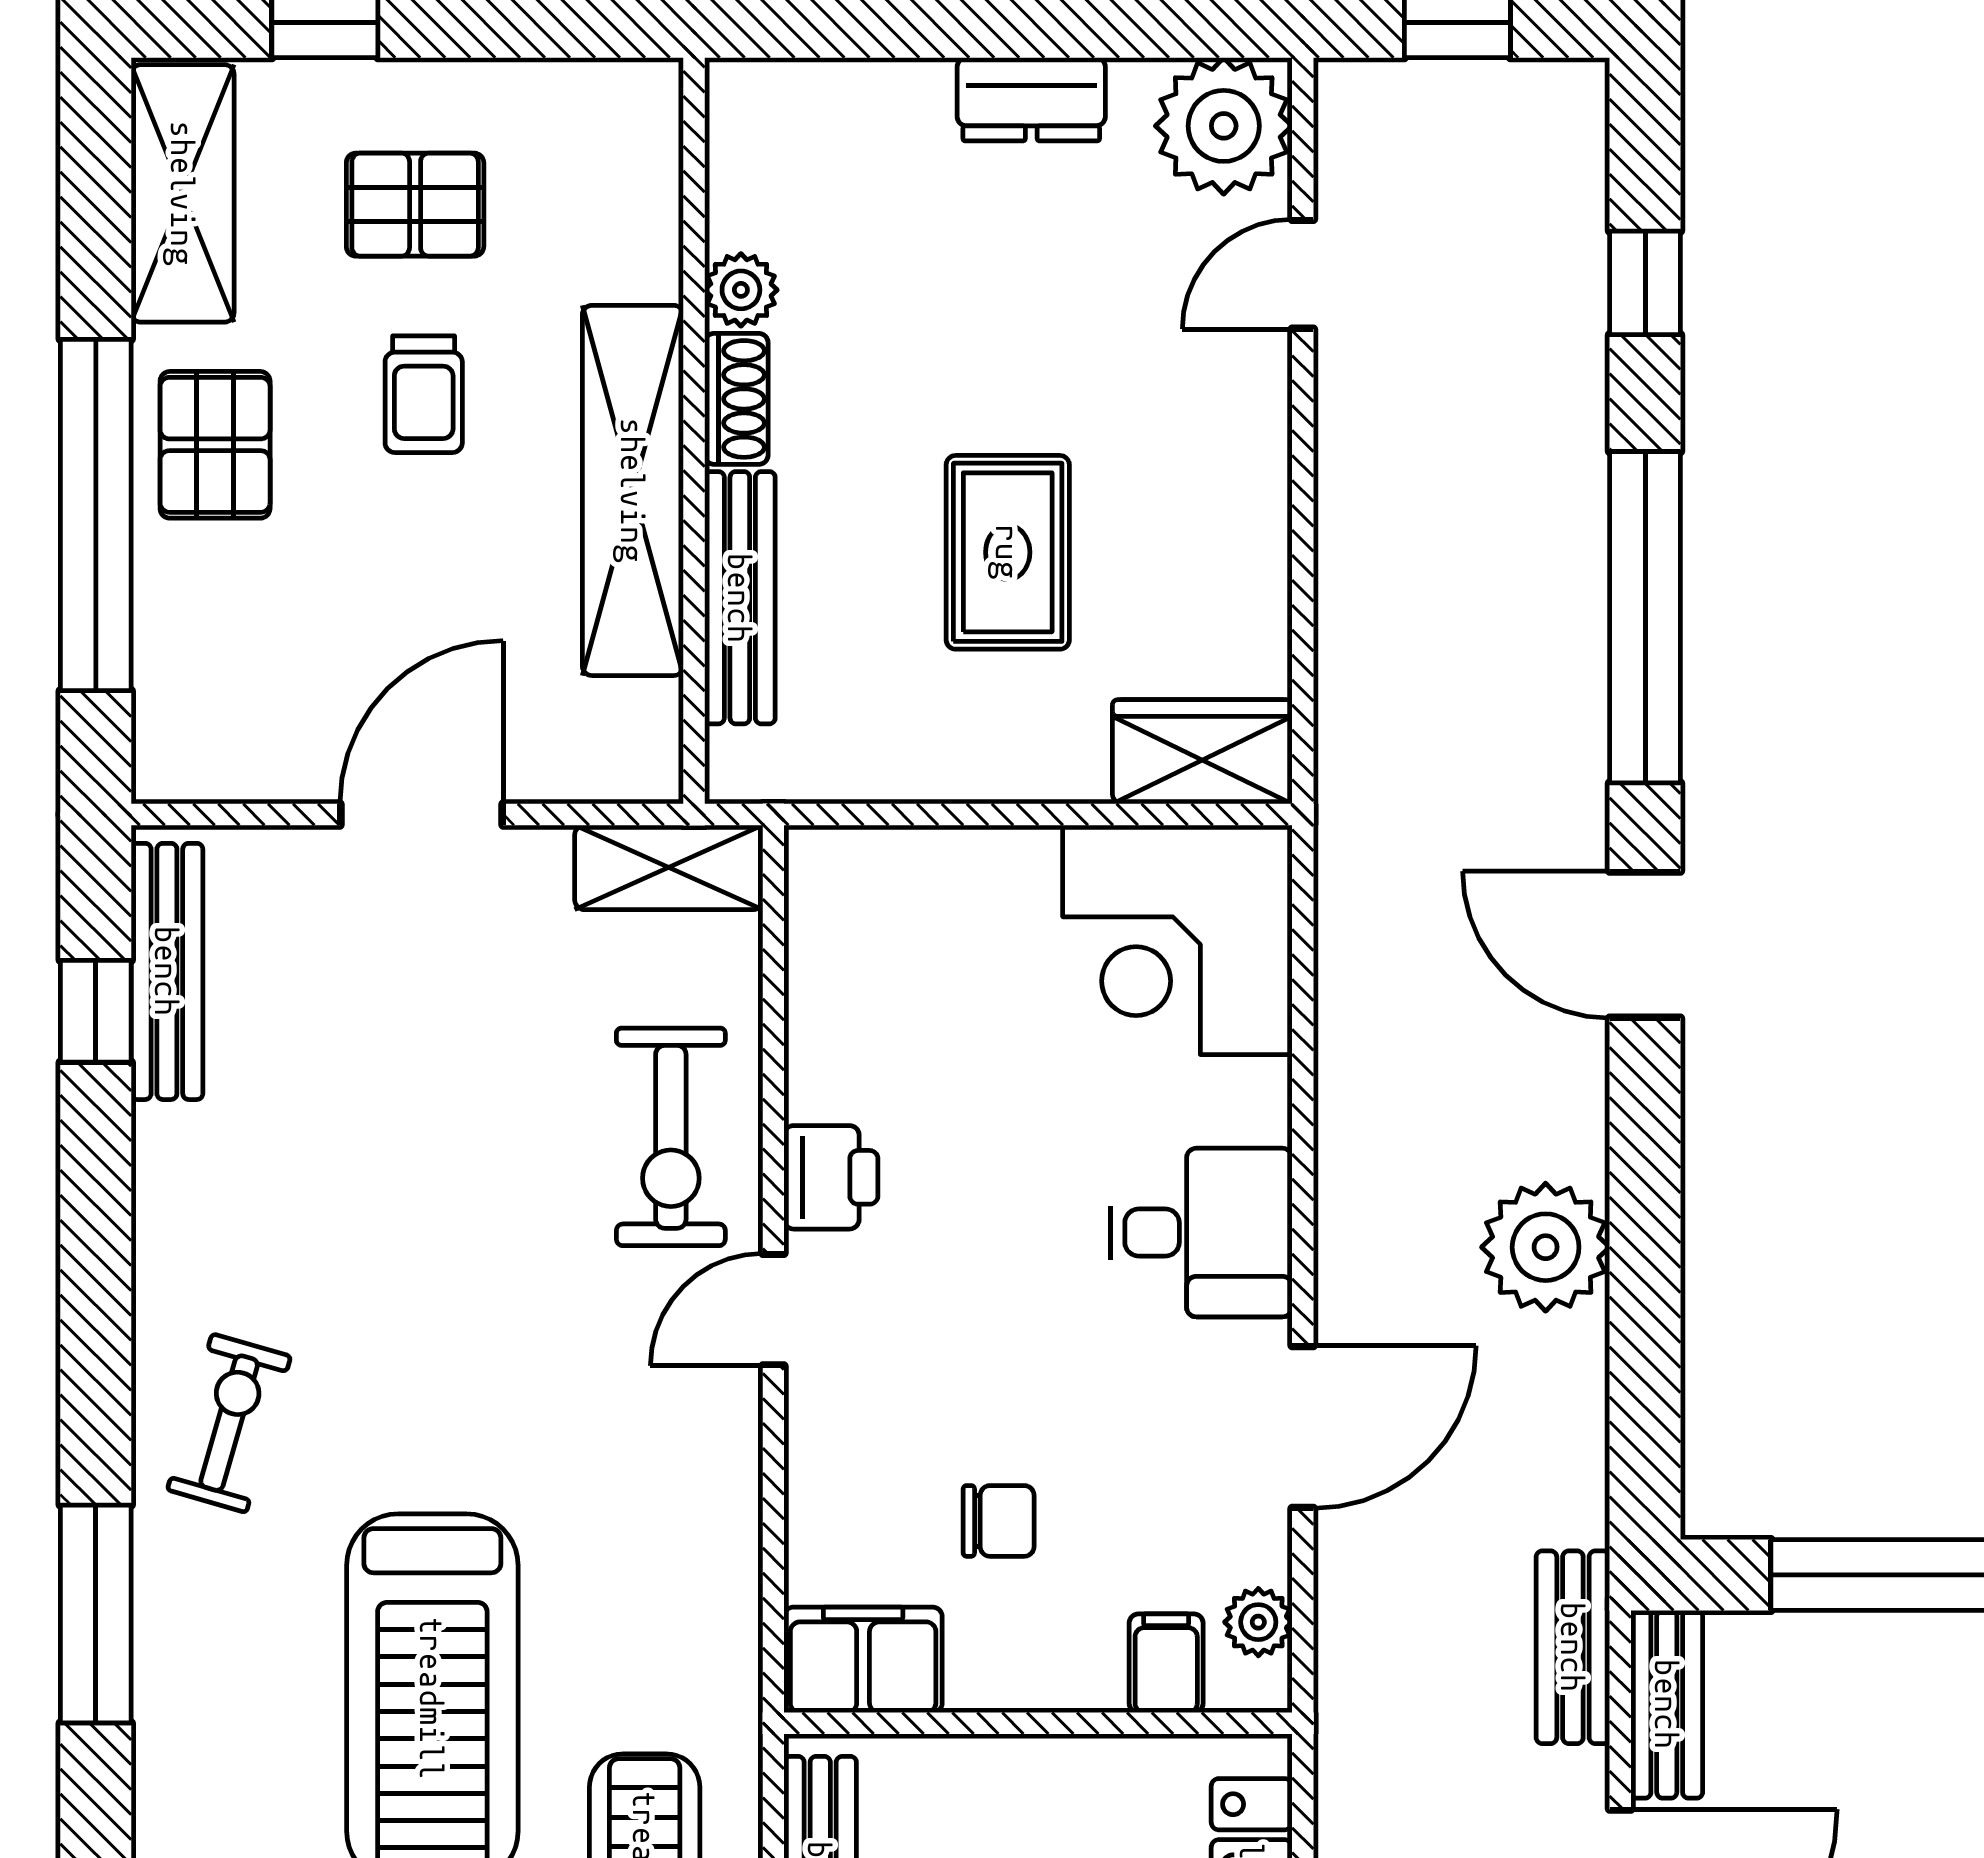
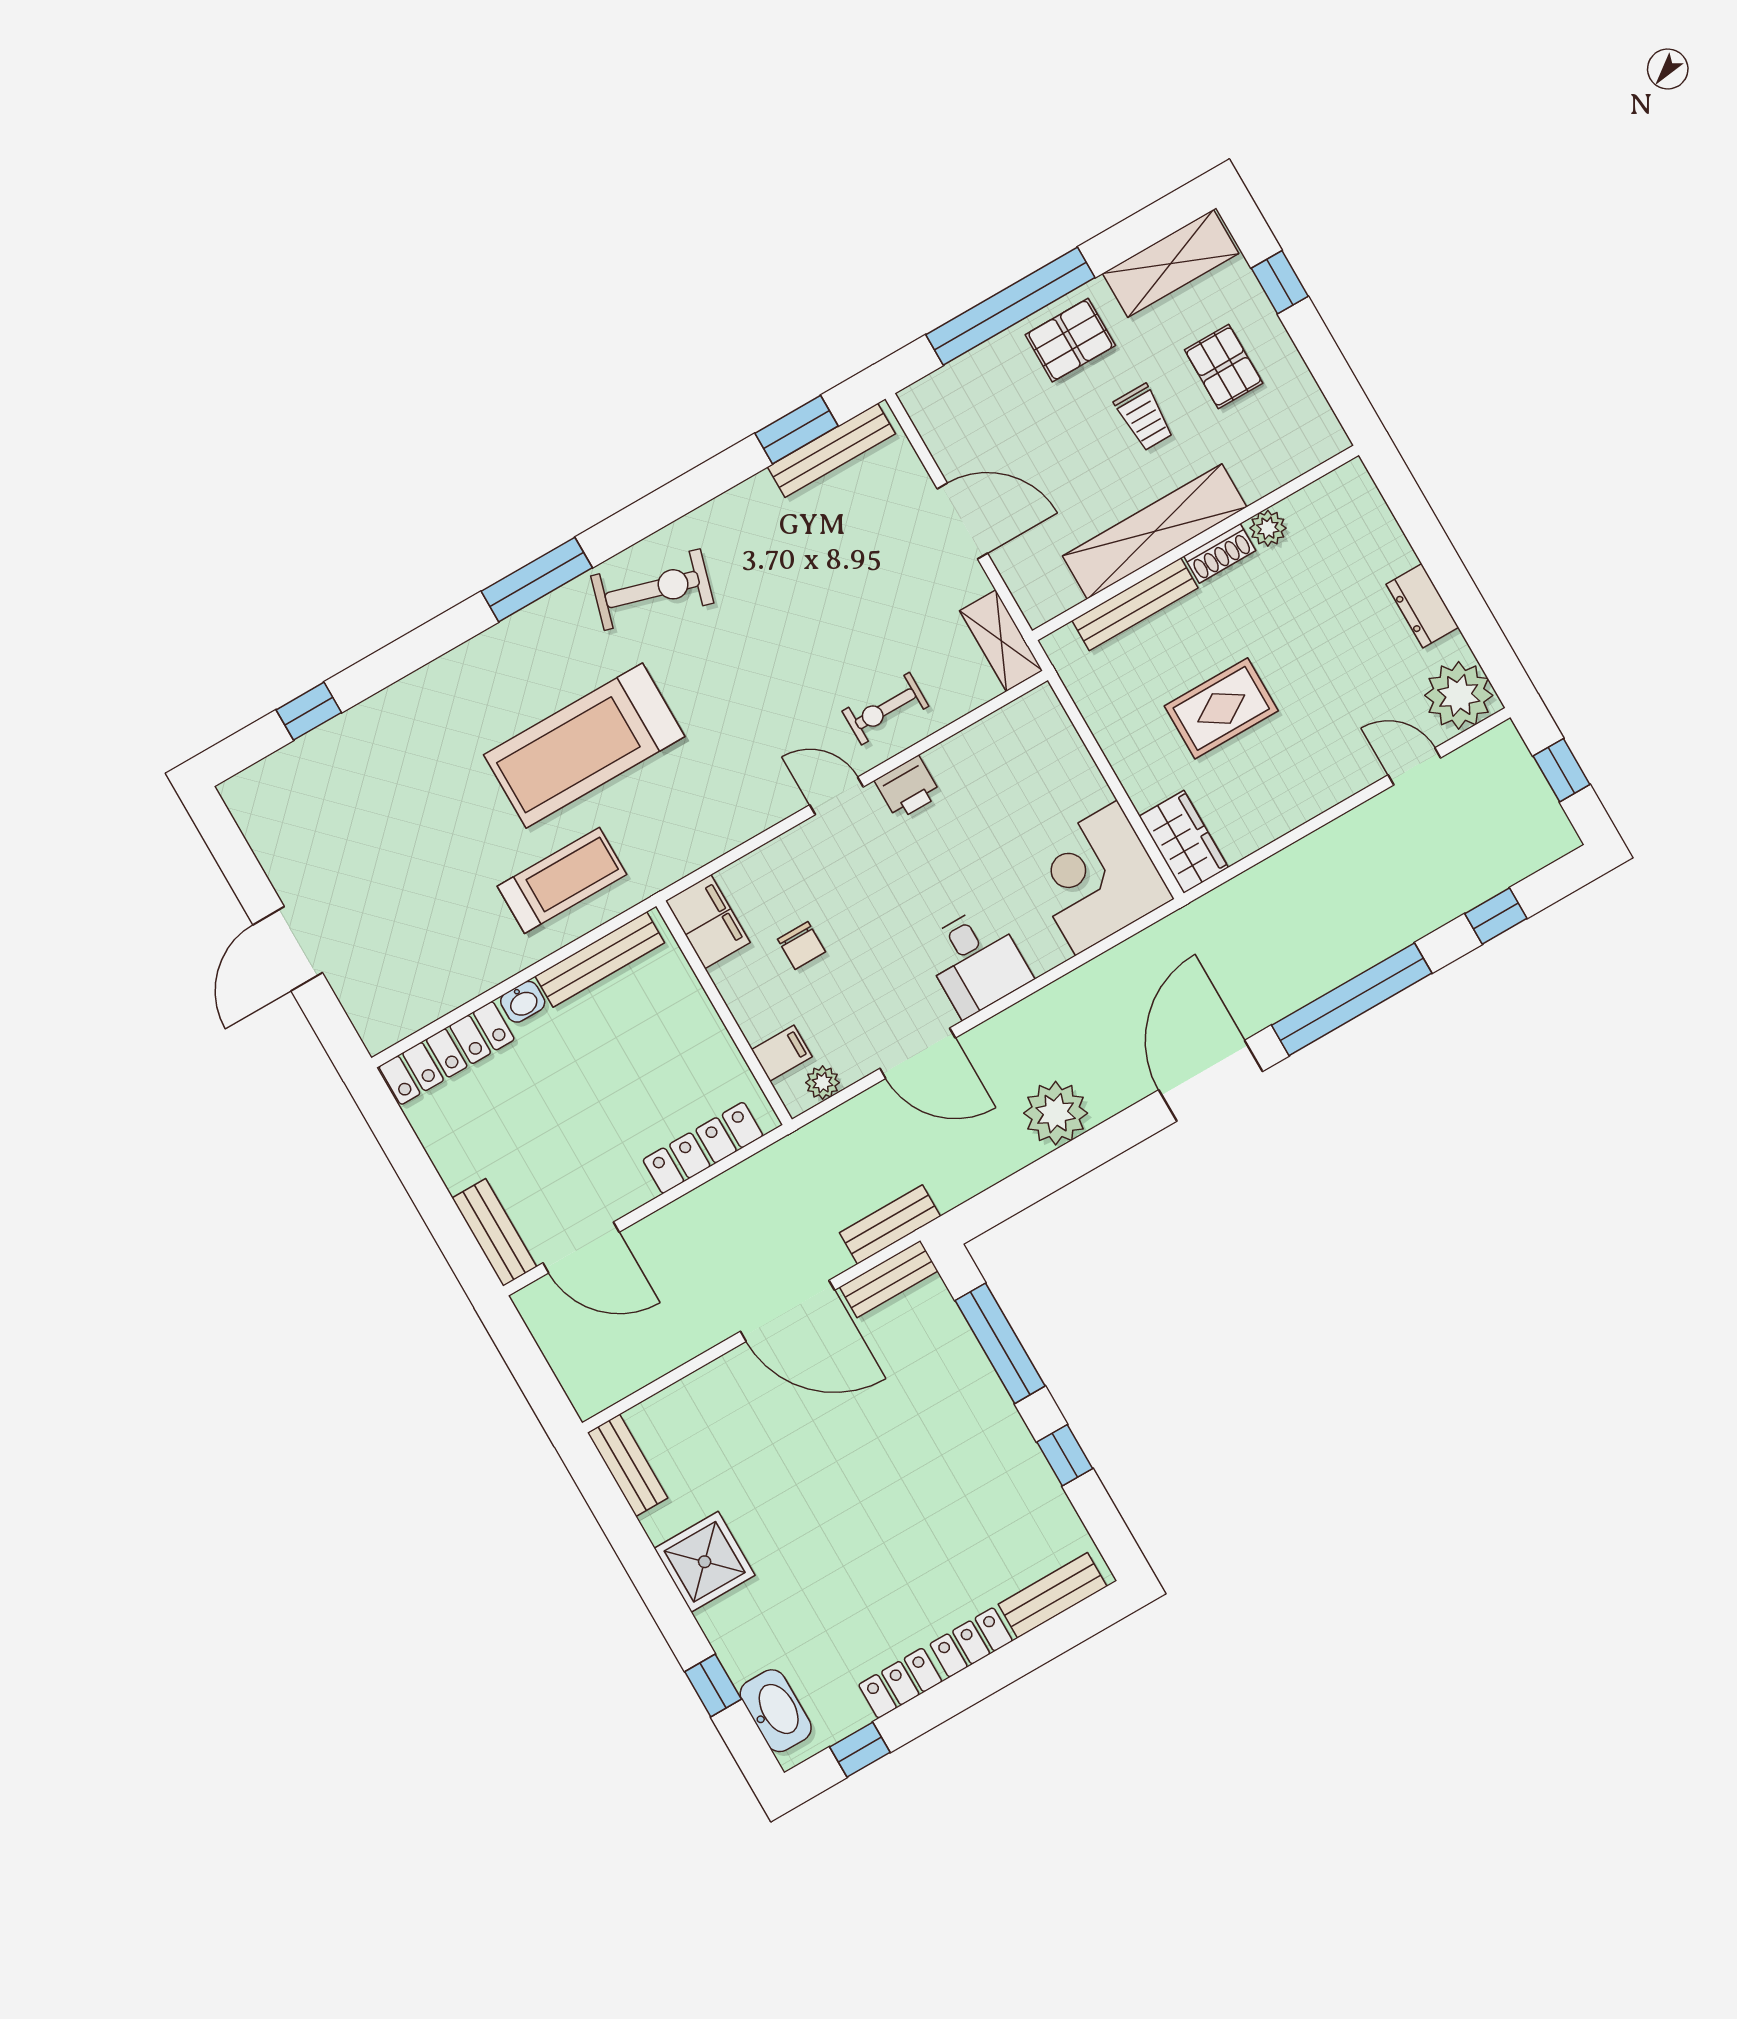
trolley: (424, 394) -> (1144, 417), turned -90
door: (1645, 945) -> (1211, 1081), width x1.36
window: (96, 1011) -> (797, 430), width x1.50
exercise bike: (671, 1137) -> (885, 709), width x0.73, depth x0.72
exercise bike: (229, 1423) -> (652, 590), width x1.38, depth x1.39

